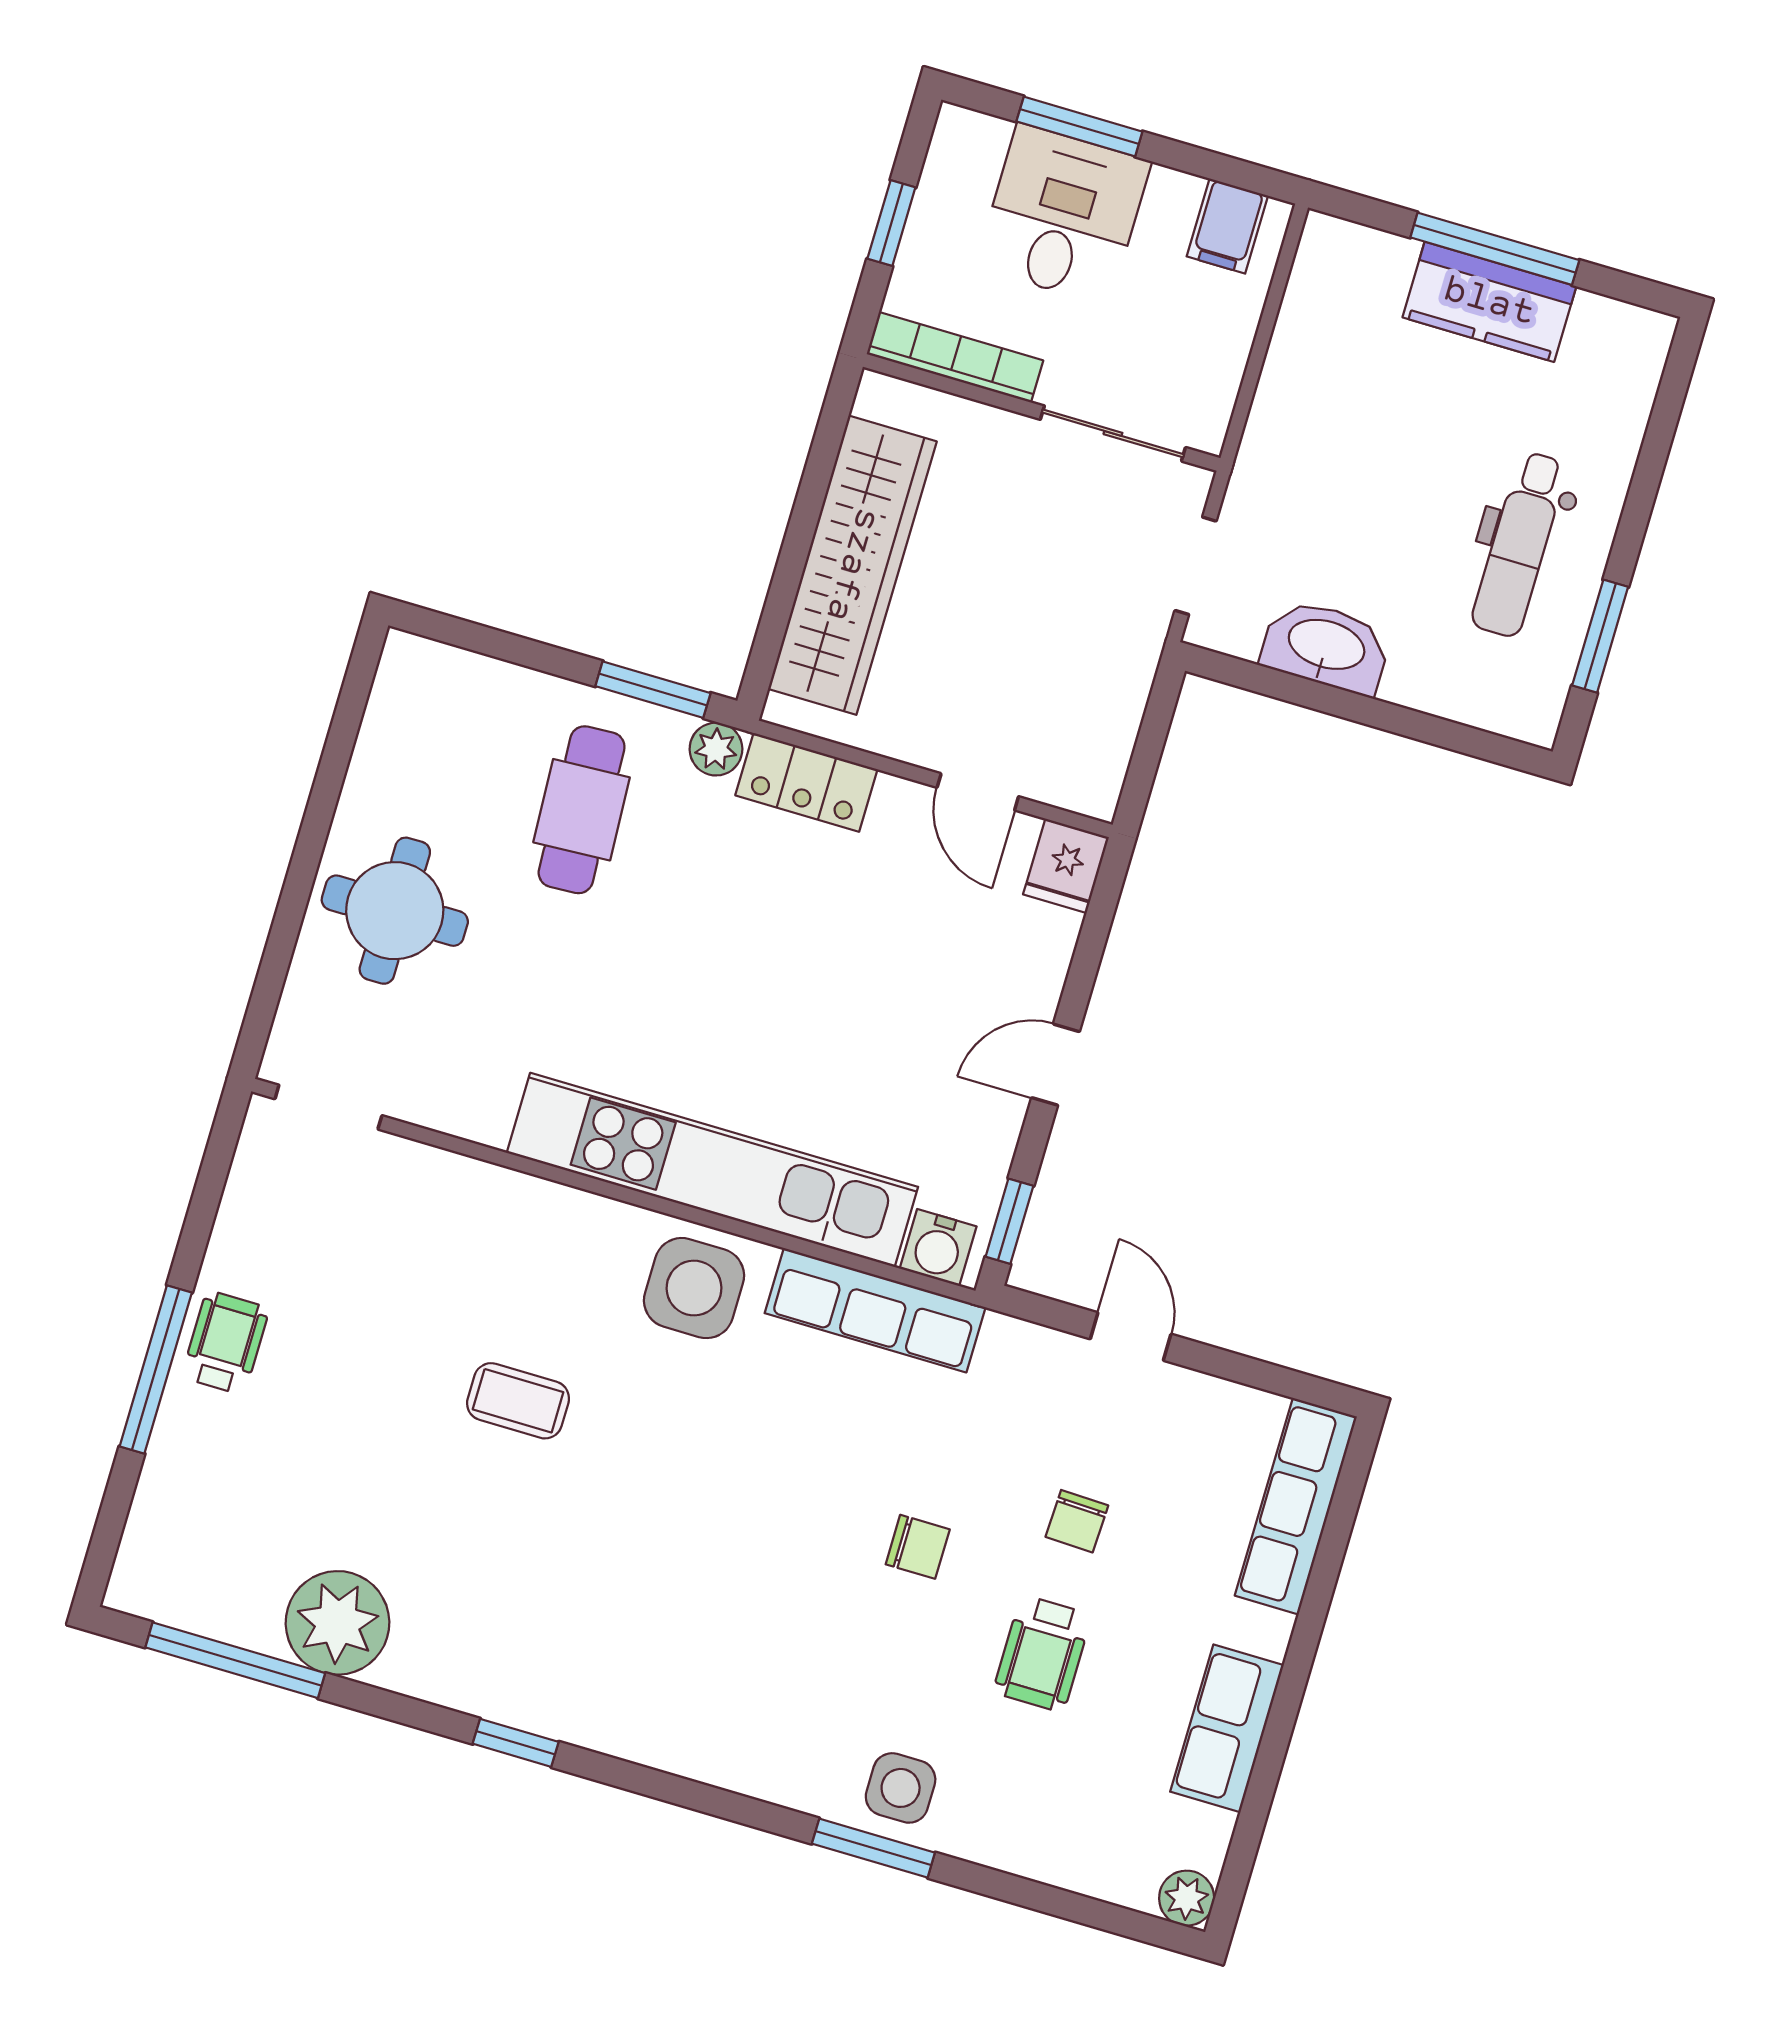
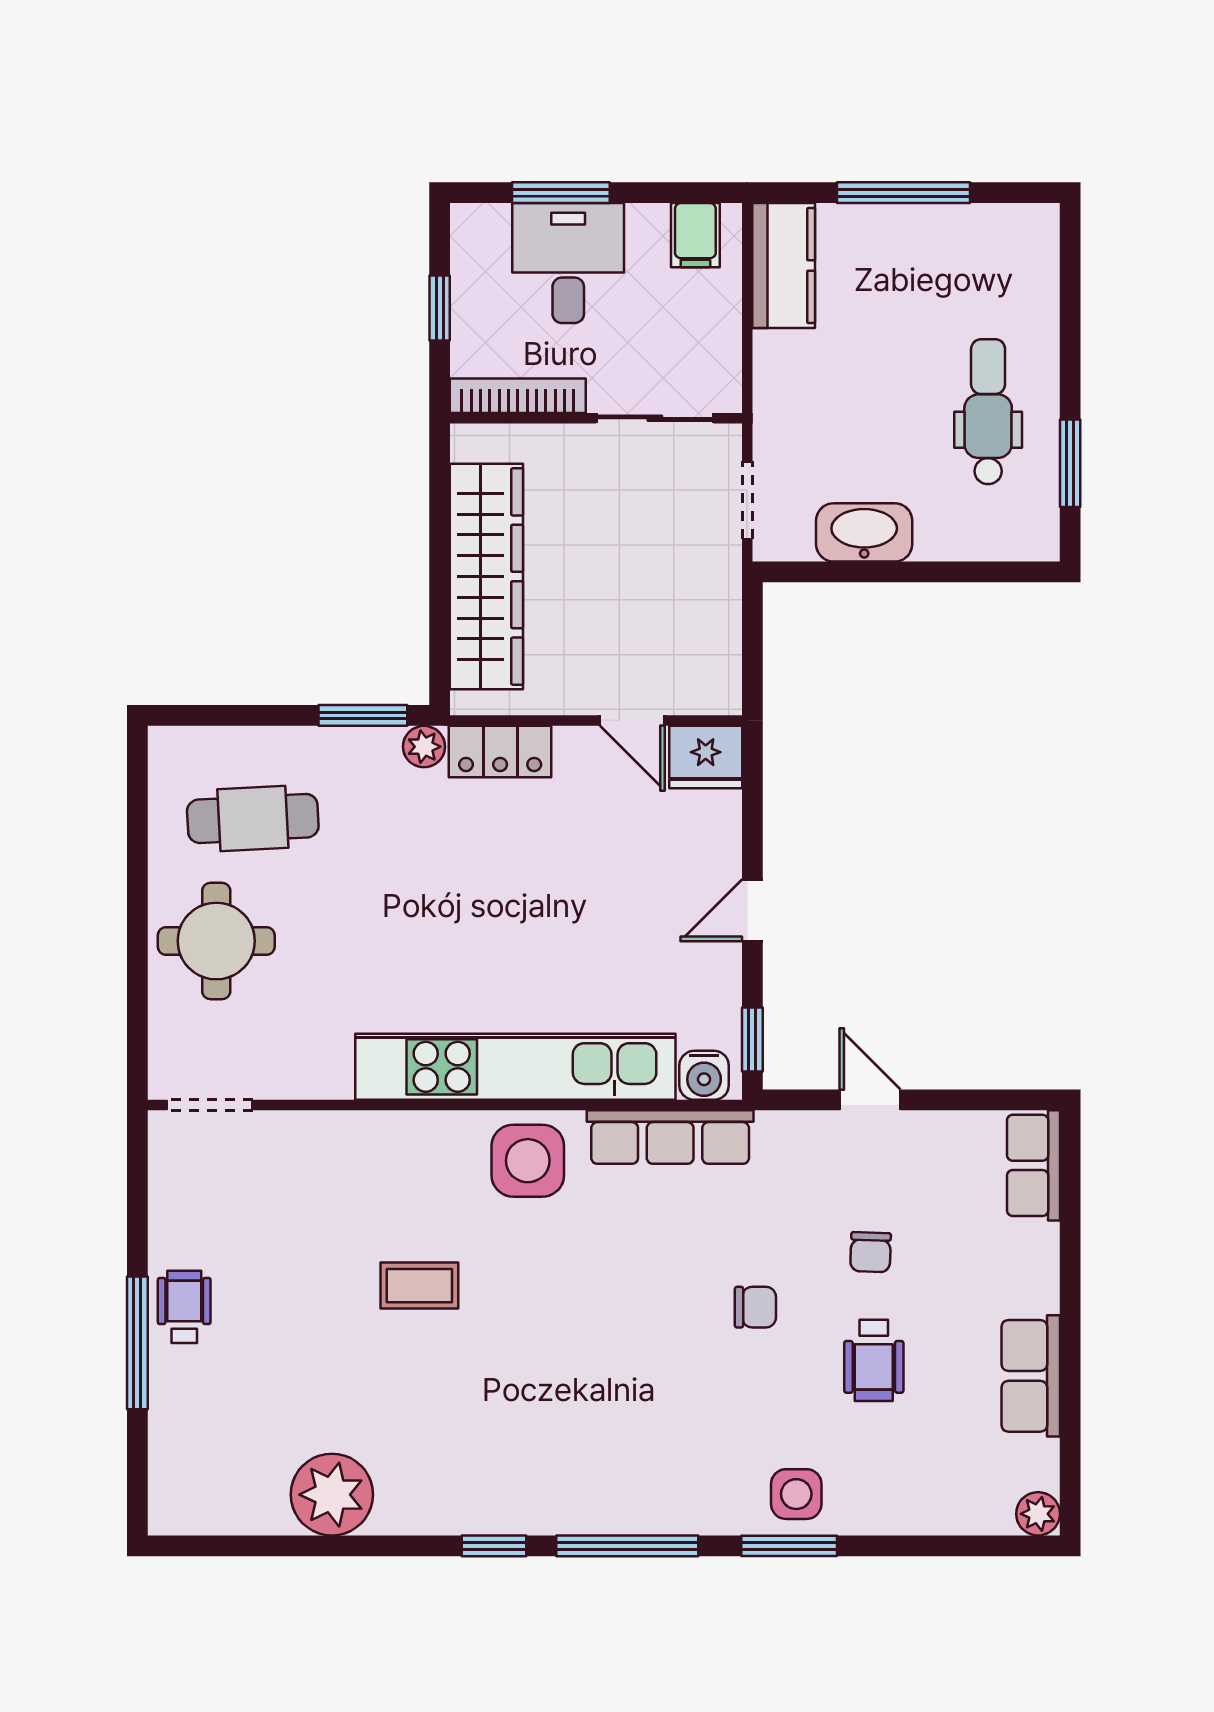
kitchen counter: (1489, 302) -> (784, 266), moved, turned -90
dental chair: (1519, 544) -> (988, 412), turned 180
cafe table: (582, 810) -> (253, 818), moved, turned 90
fridge: (1066, 866) -> (706, 757), width x1.38
row of seats: (1296, 1506) -> (1033, 1165), width x0.68
window: (235, 1660) -> (627, 1546), moved

